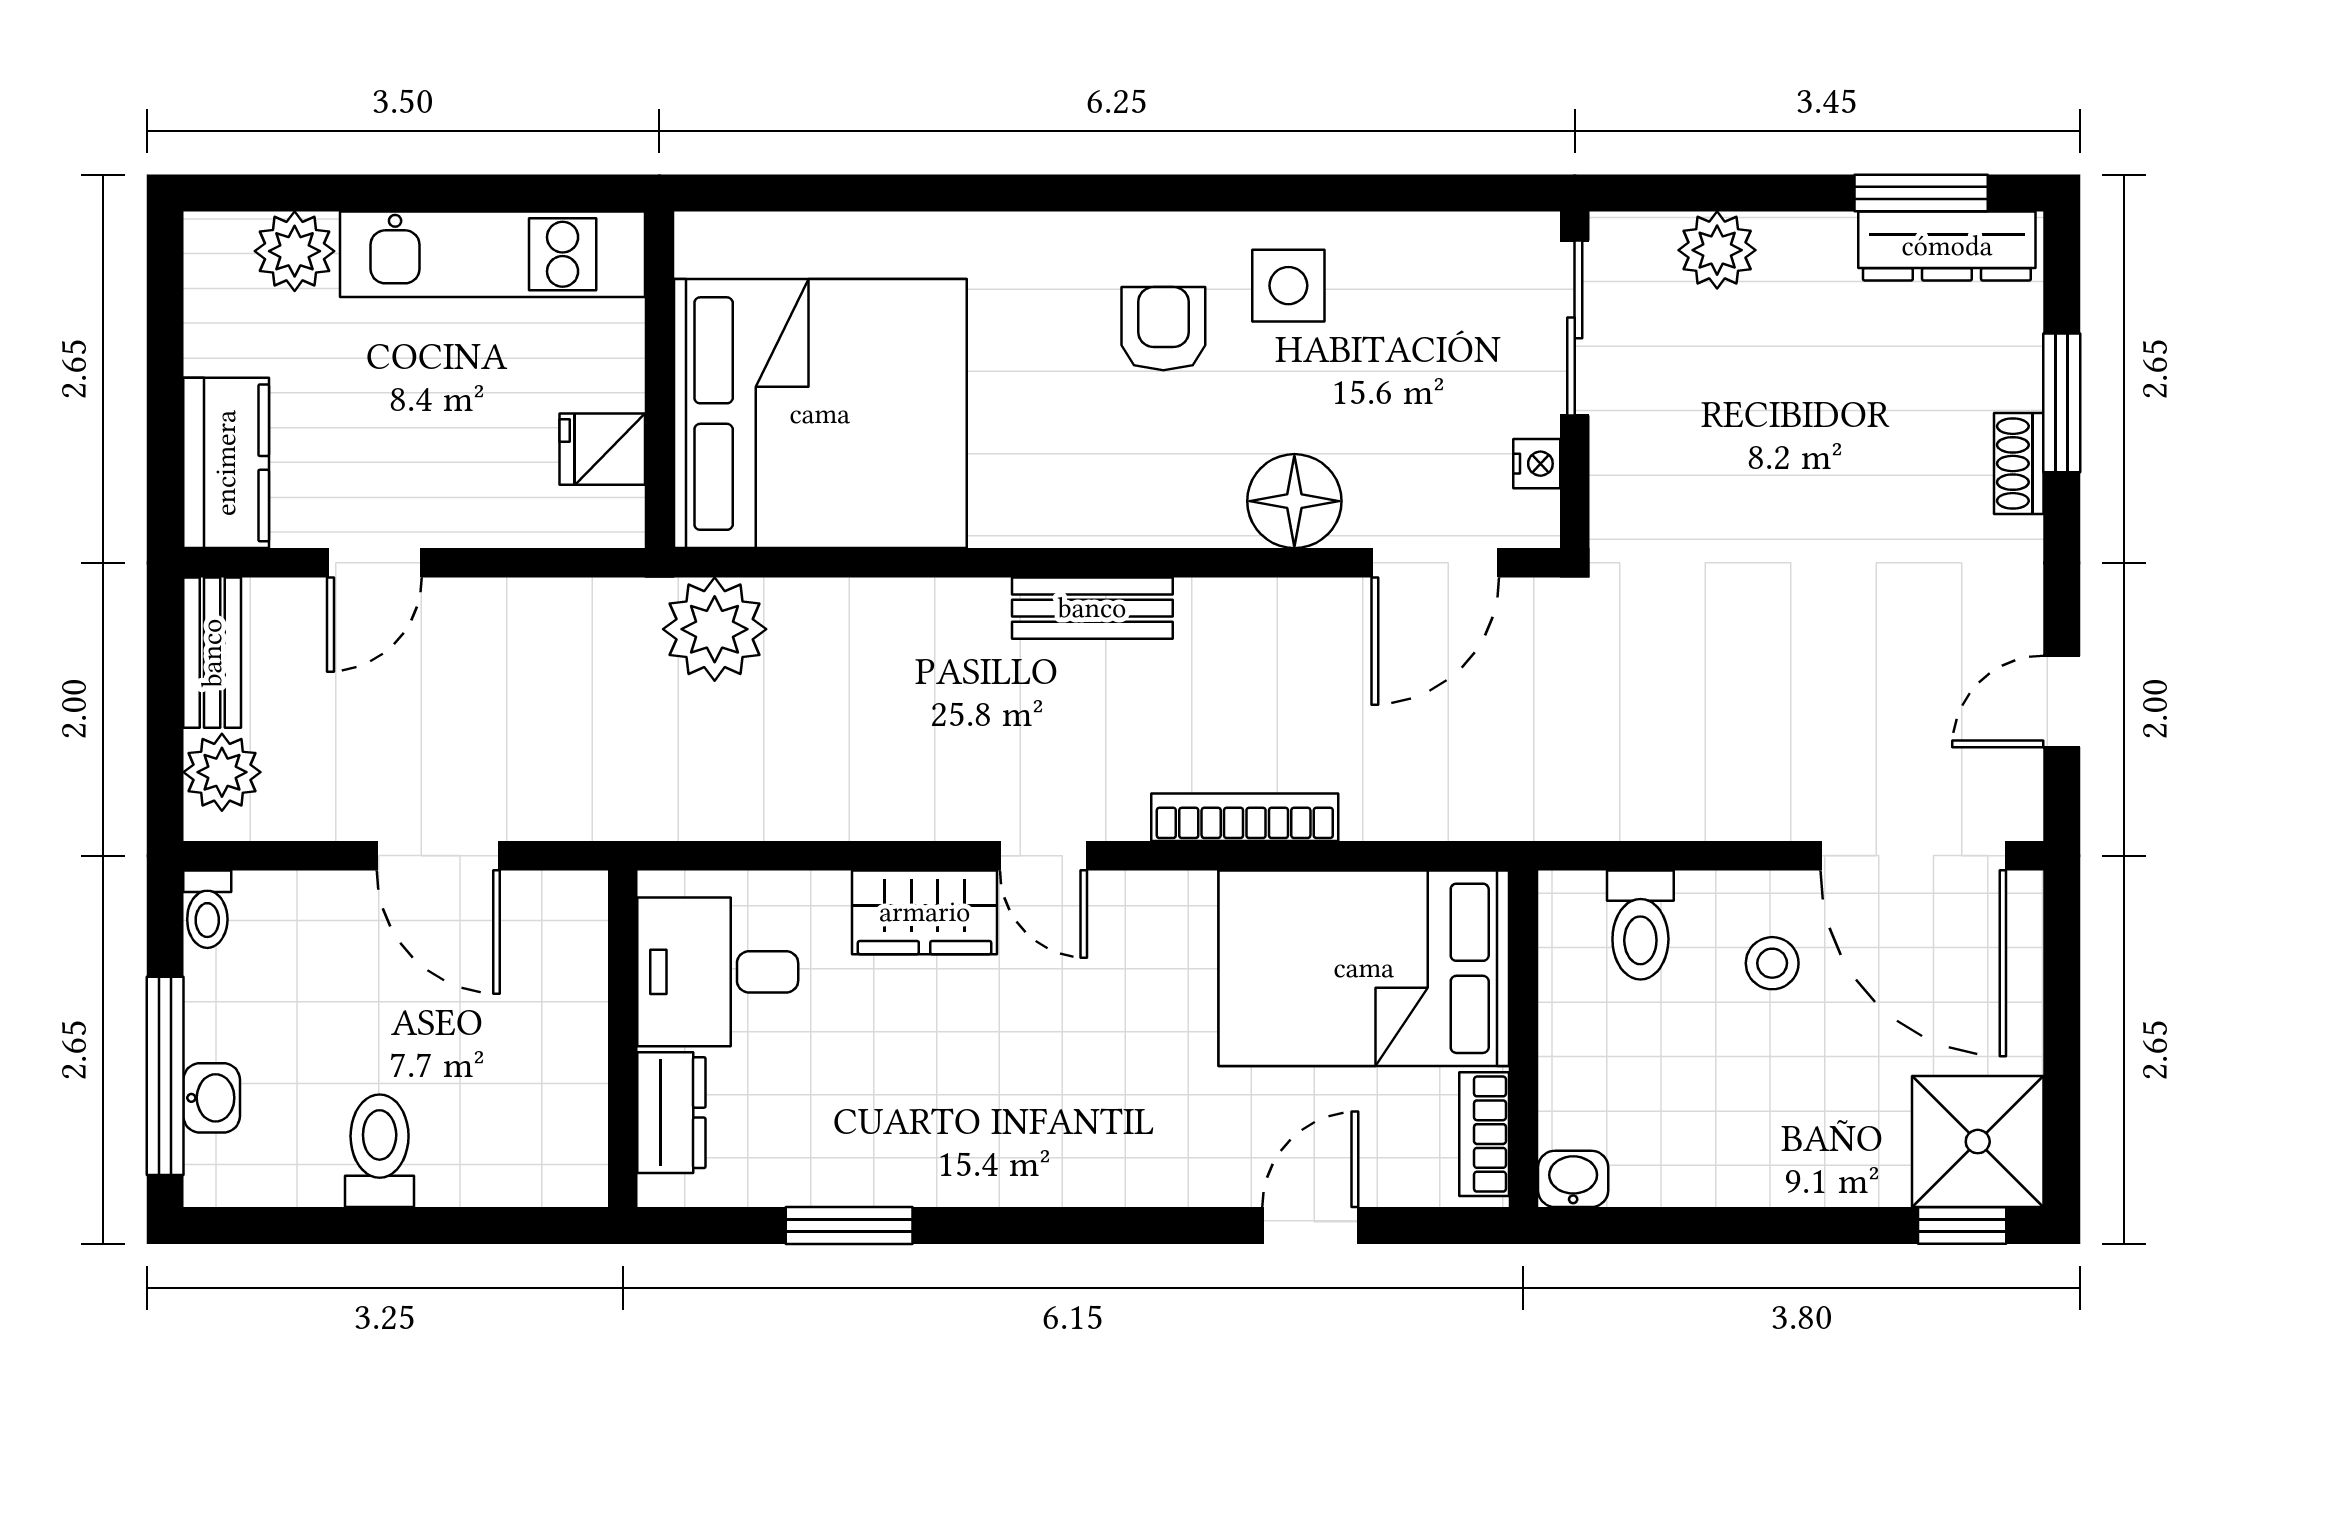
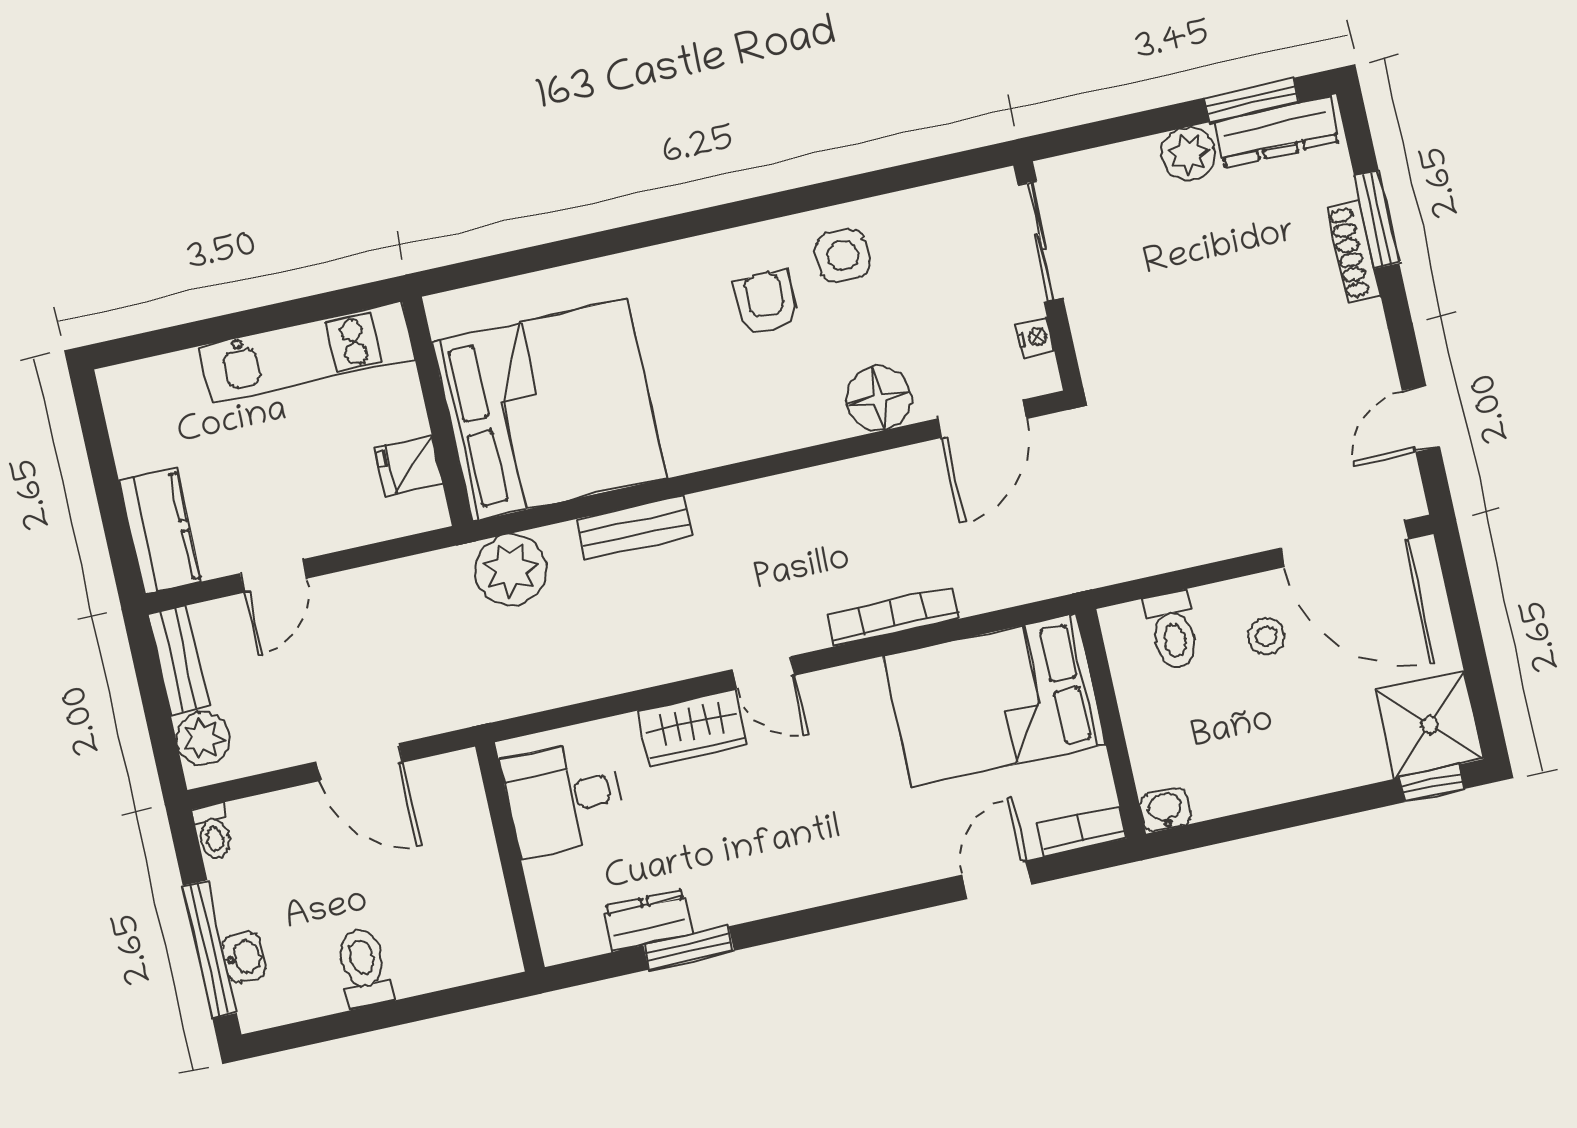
plant: (1717, 250) -> (1188, 154), moved
plant: (295, 251) -> (174, 380), removed
shoe rack: (2019, 463) -> (1354, 252), width x1.43
bench: (1092, 608) -> (635, 528), moved
dresser: (671, 1113) -> (649, 920), moved, turned -90
bookcase: (1484, 1134) -> (1081, 831), moved, turned 90

